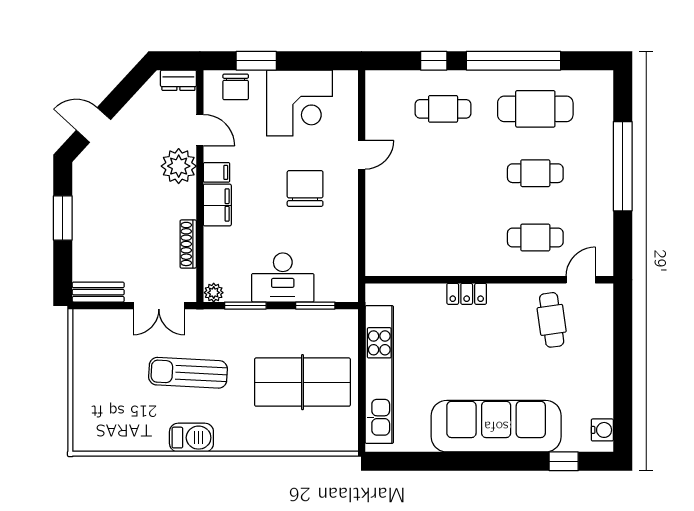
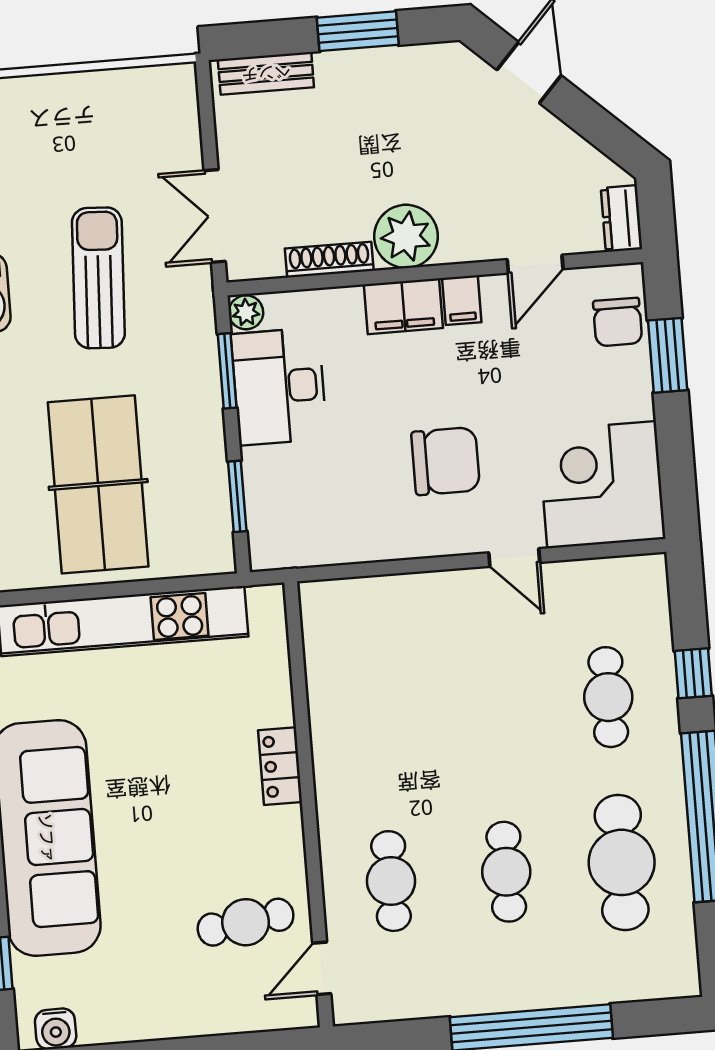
chair: (236, 87) -> (618, 322), turned -90
corner desk: (299, 103) -> (602, 485), moved, turned 90
plant: (179, 166) -> (406, 236), moved
desk: (283, 277) -> (279, 387), moved
door: (581, 280) -> (322, 968), swing flipped
bench: (98, 292) -> (266, 73), moved, turned 90

